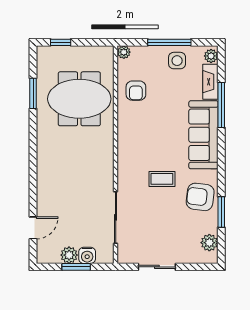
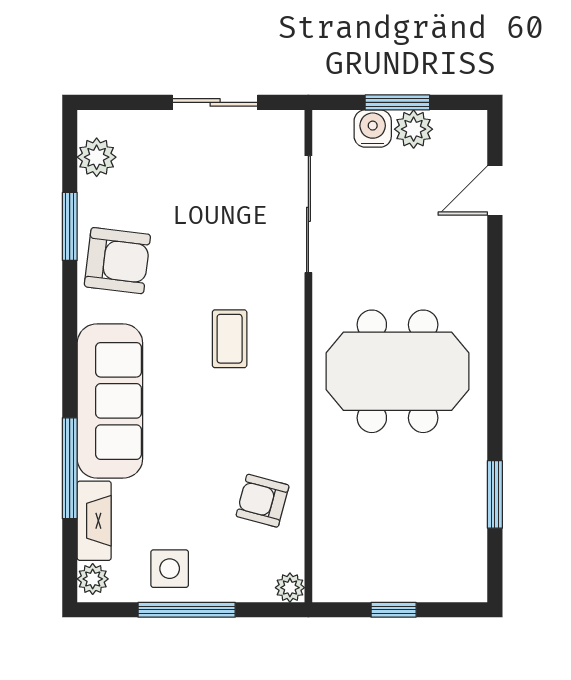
window: (61, 42) -> (394, 610), moved
armchair: (136, 91) -> (263, 501), turned -75
meeting table: (79, 99) -> (397, 371), moved
coffee table: (162, 179) -> (230, 339), moved, turned 90

